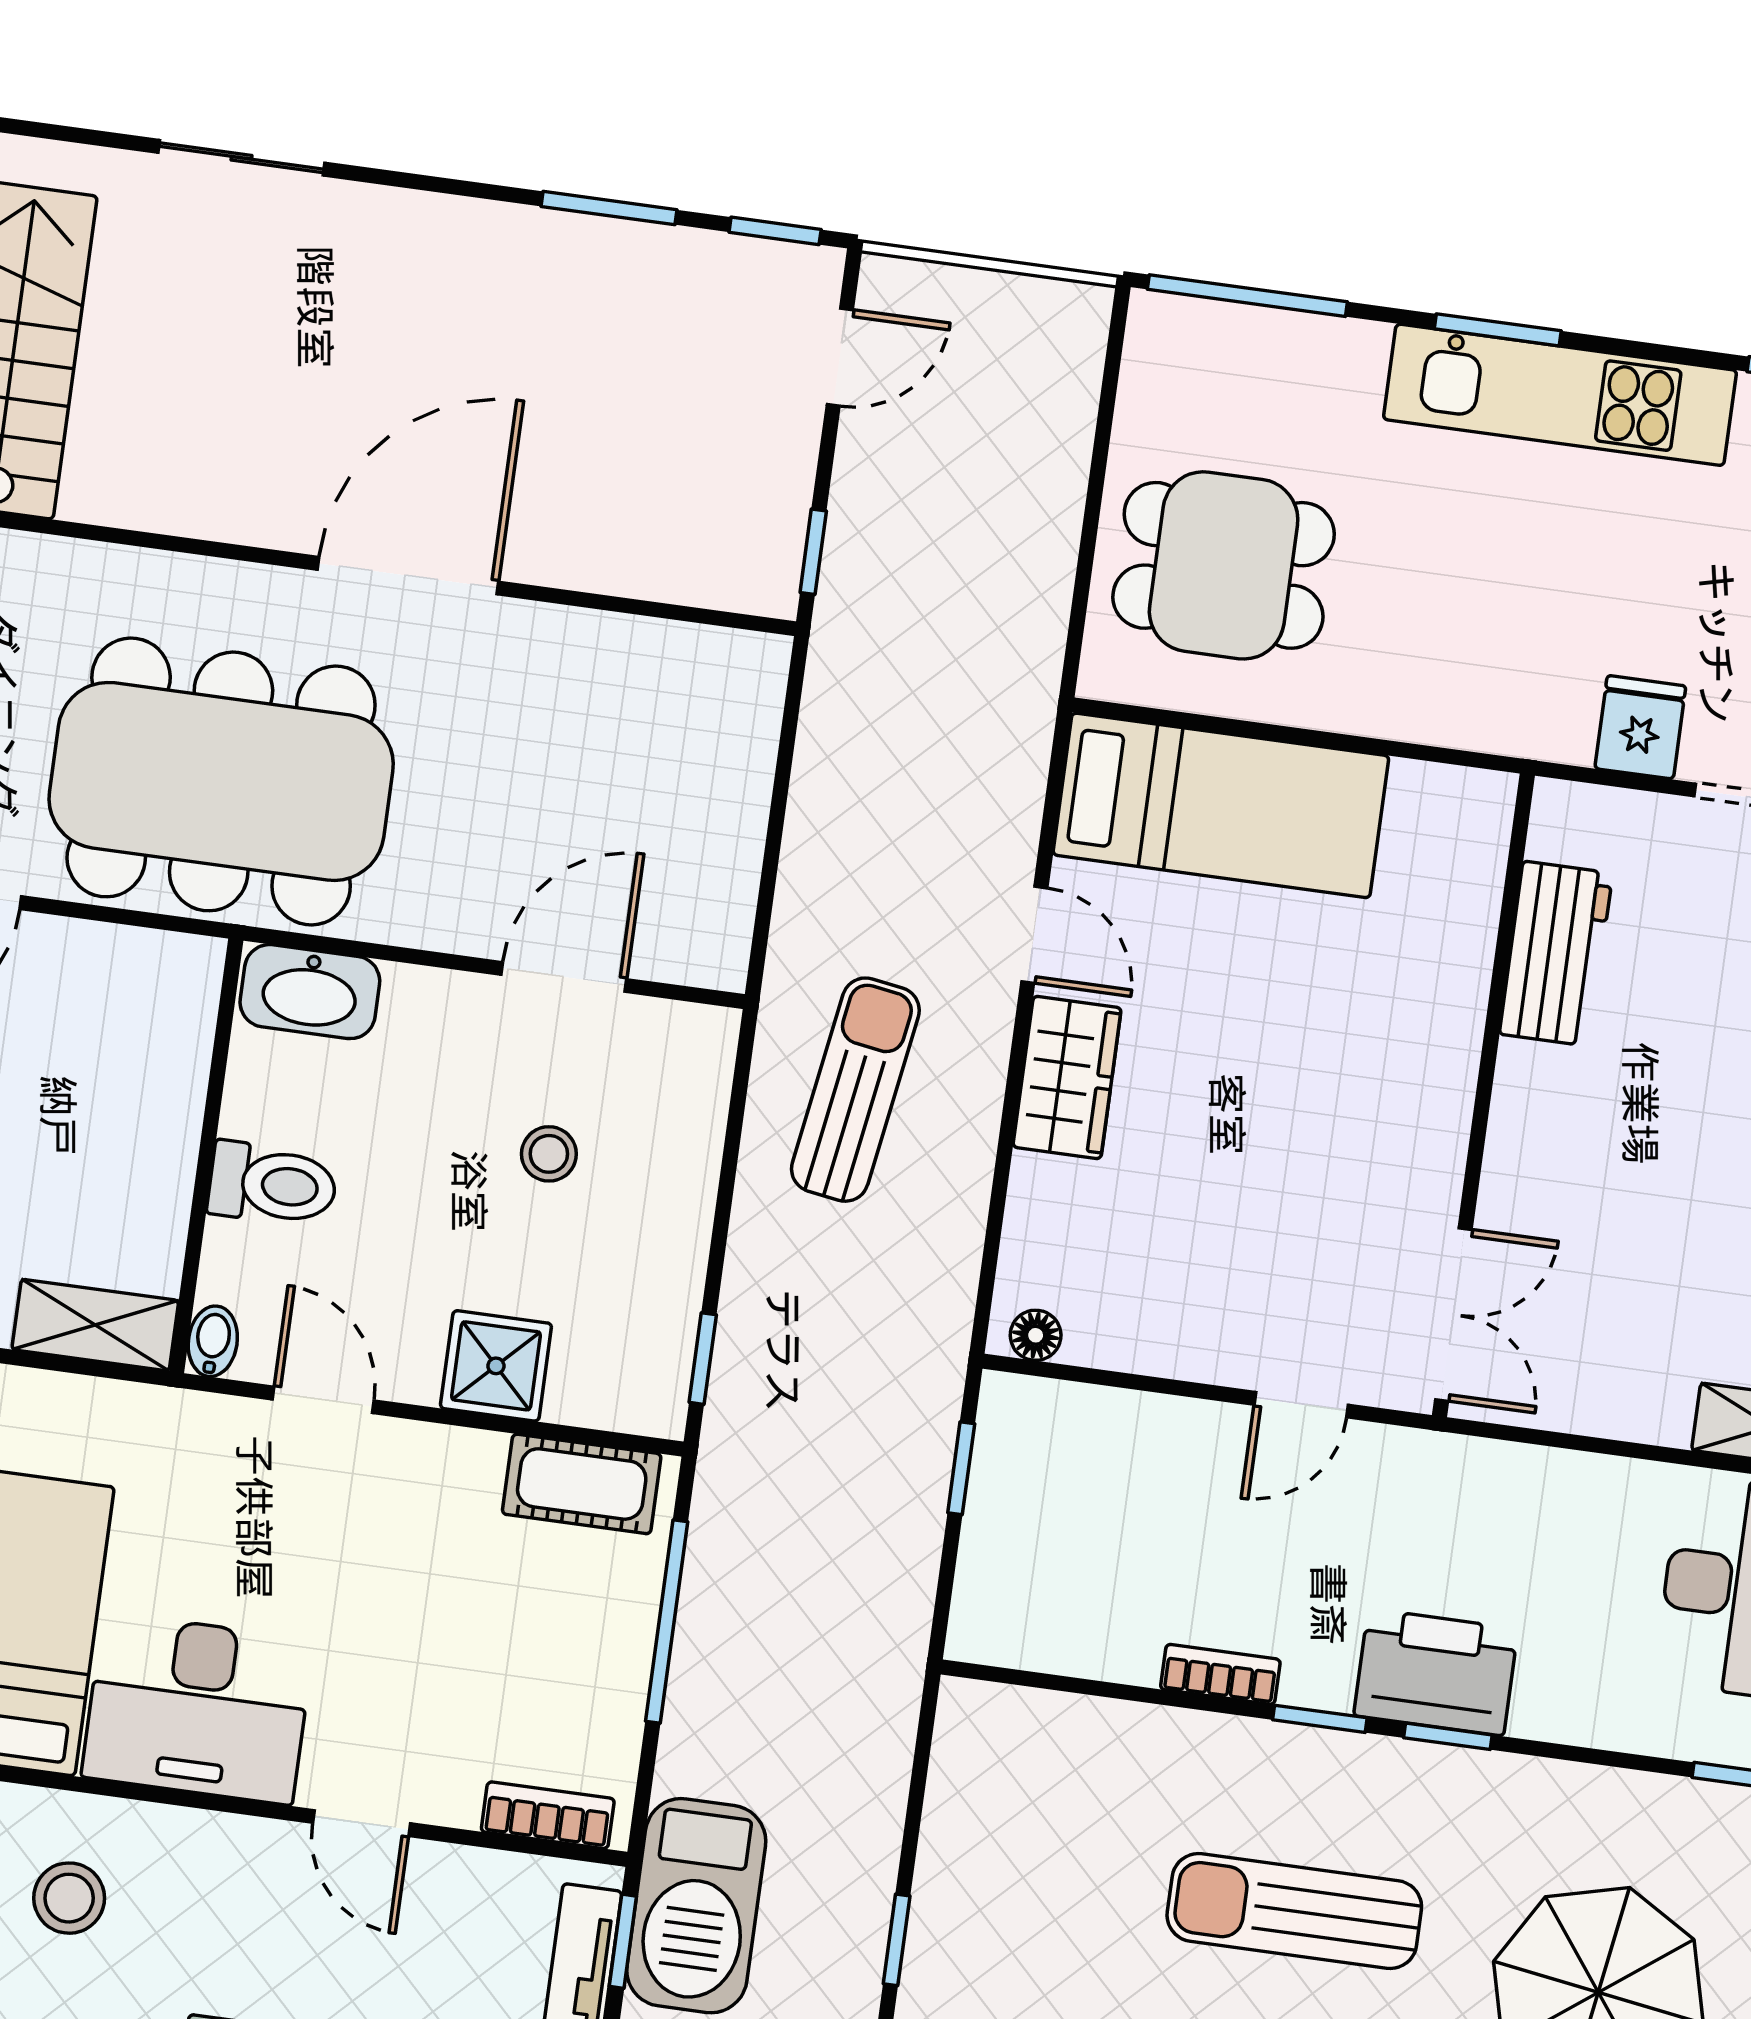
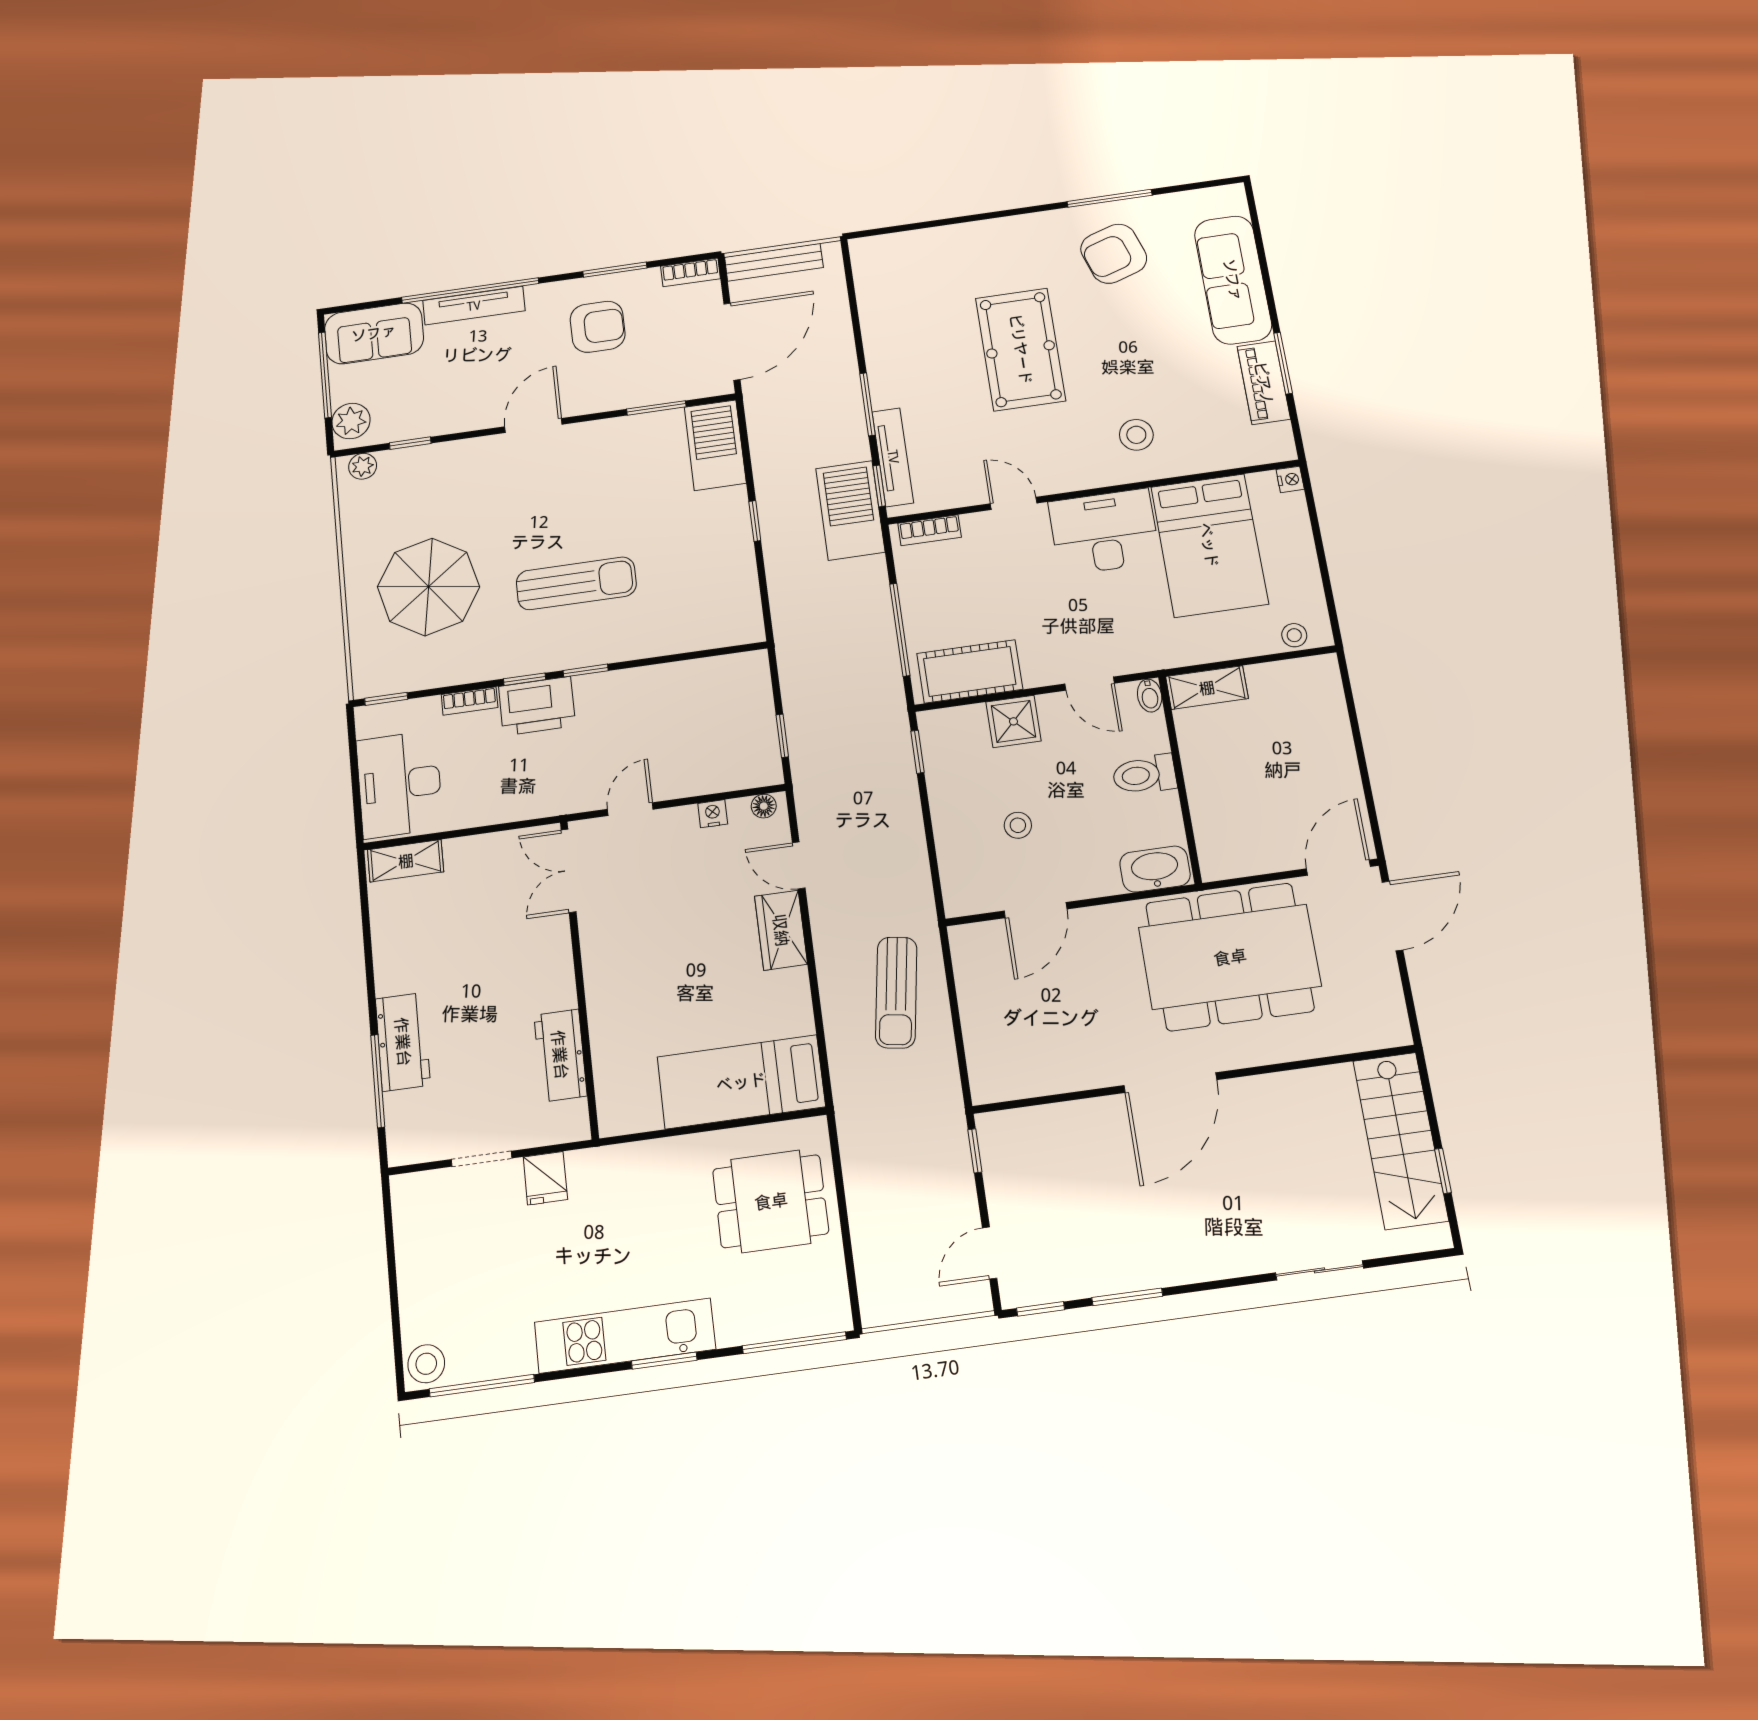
door: (1034, 935) -> (799, 865), moved
sun lounger: (855, 1090) -> (896, 992), moved
nightstand: (1140, 1349) -> (713, 814), added
cot: (582, 1484) -> (970, 671), width x1.37, depth x1.34
bookcase: (1220, 1674) -> (470, 701), moved

